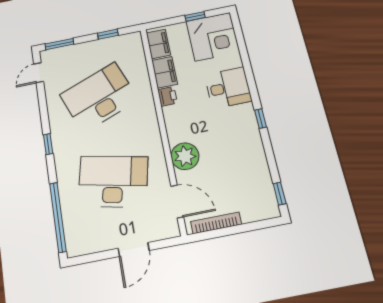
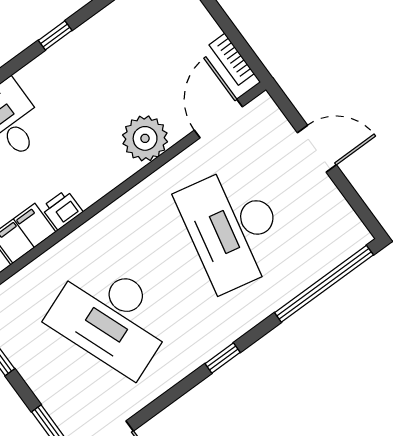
window: (260, 119) -> (55, 35), moved
bookcase: (216, 223) -> (232, 59), width x0.64

